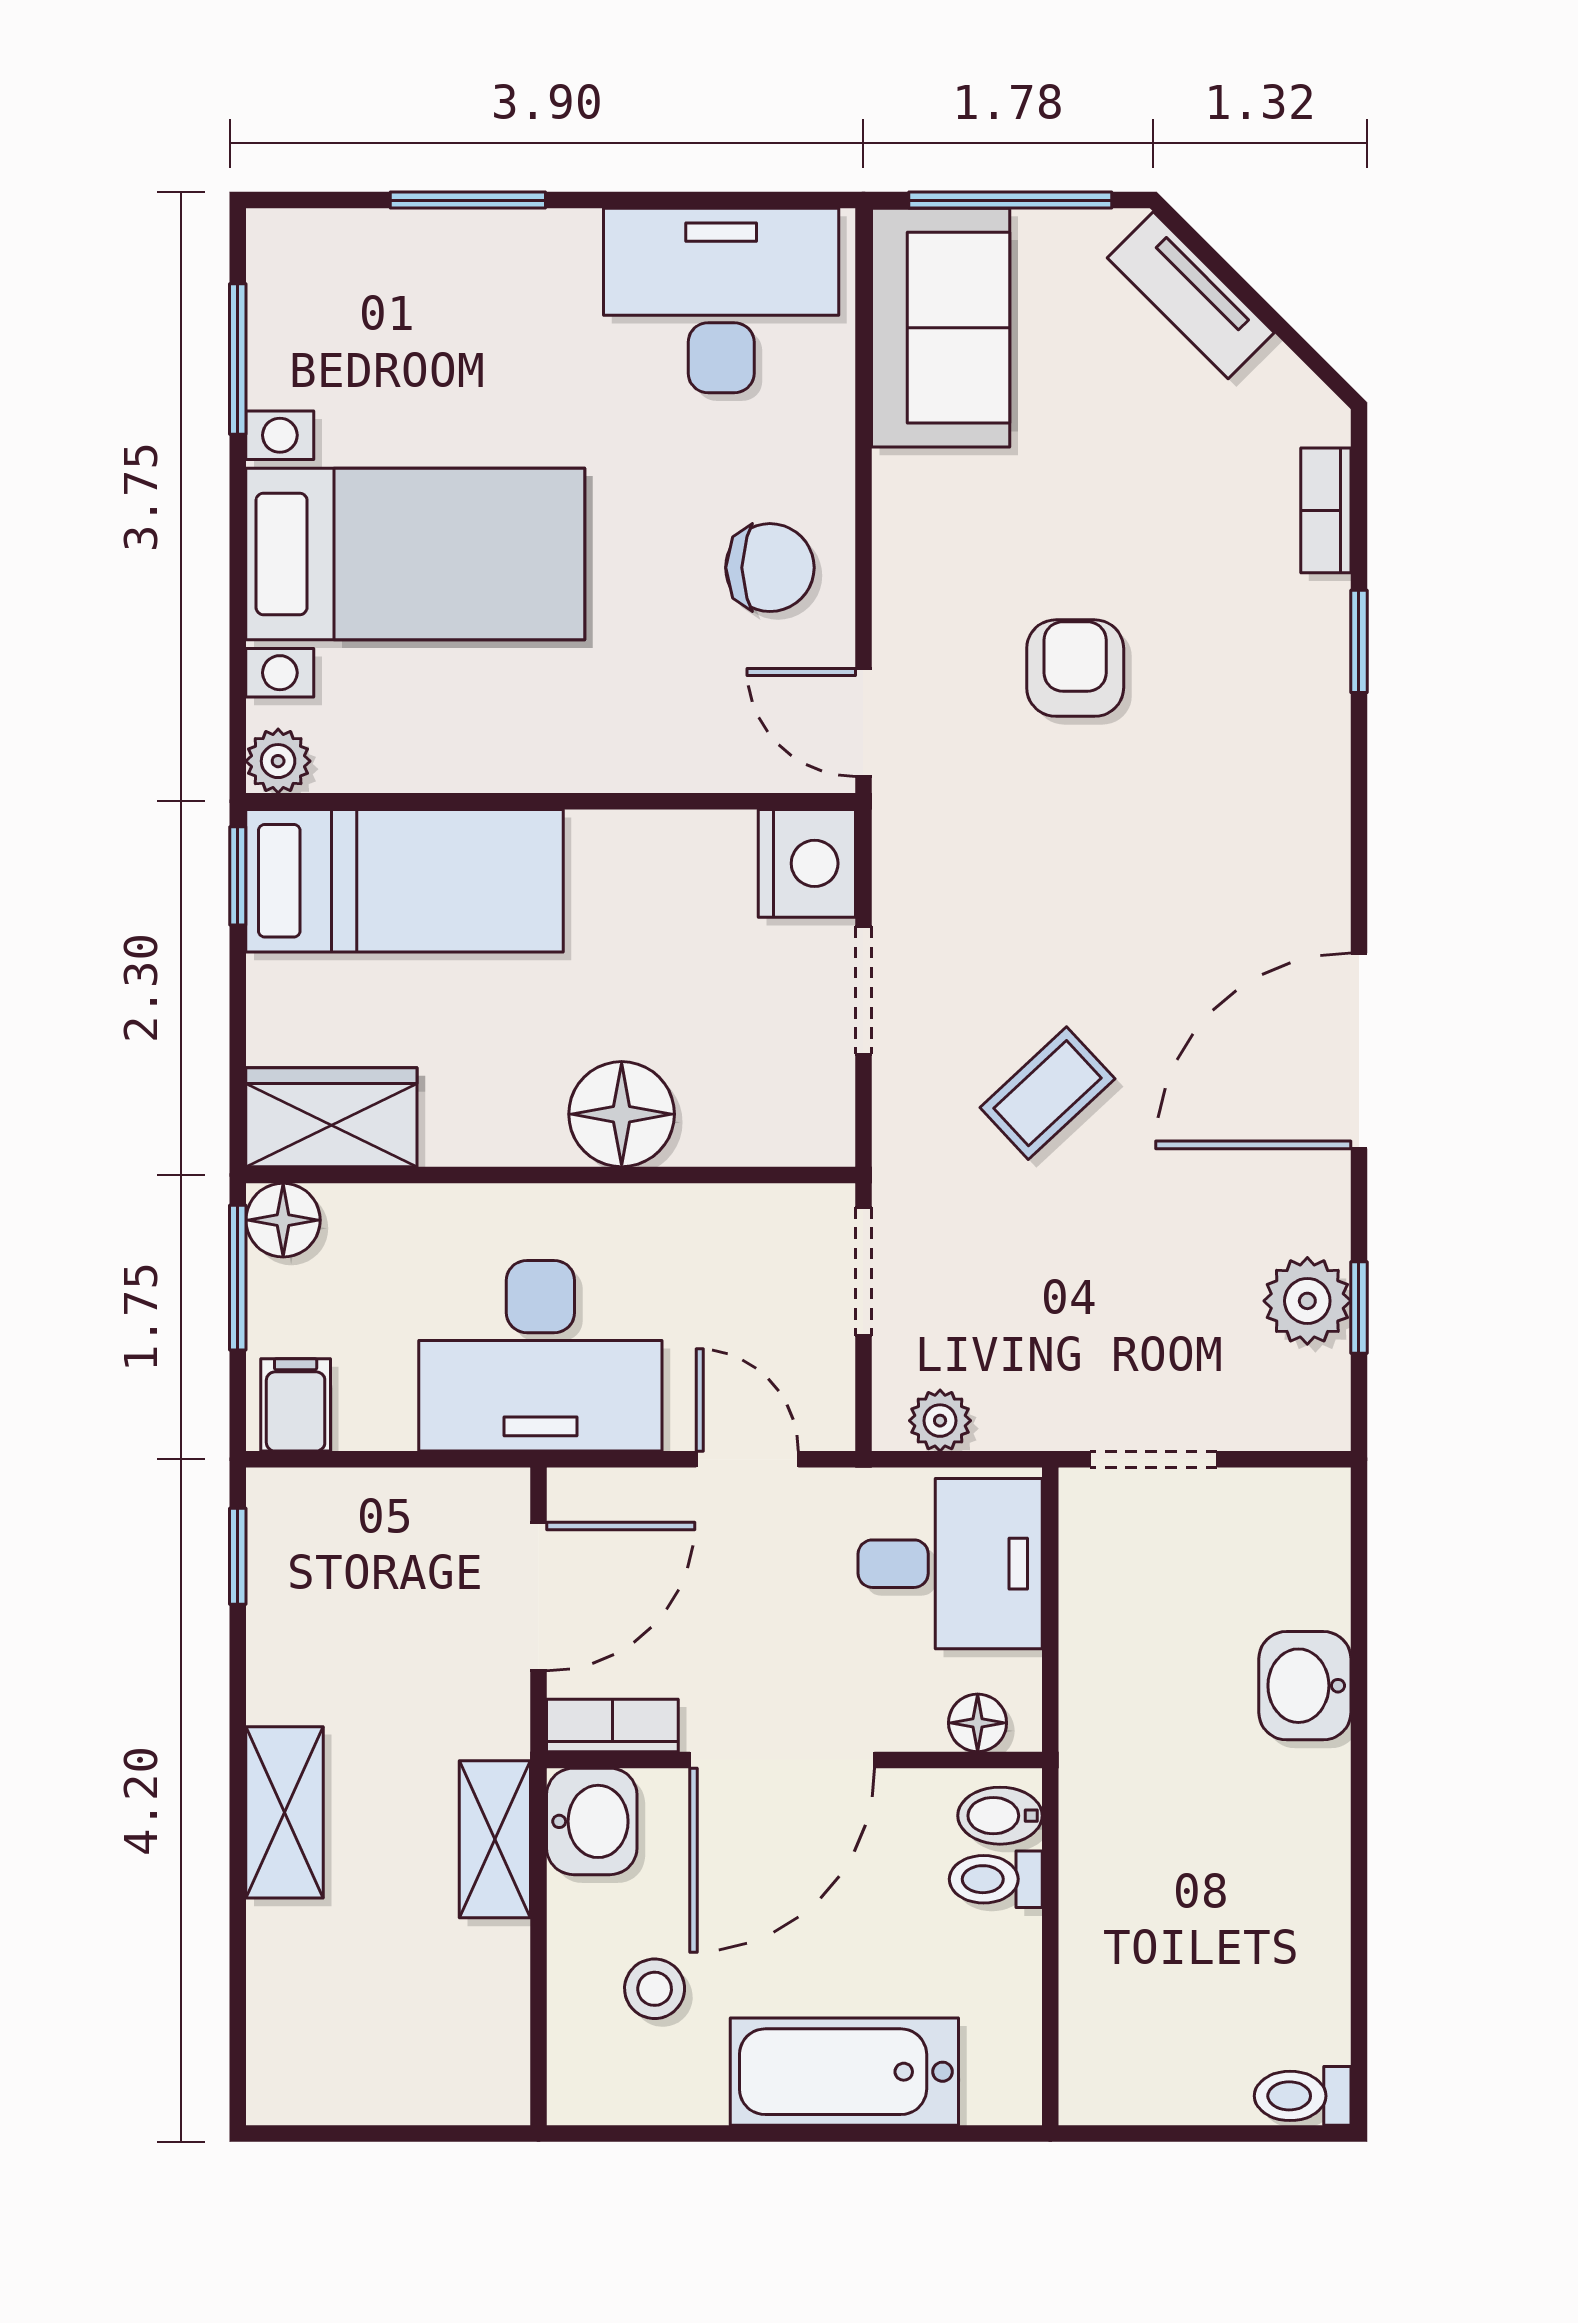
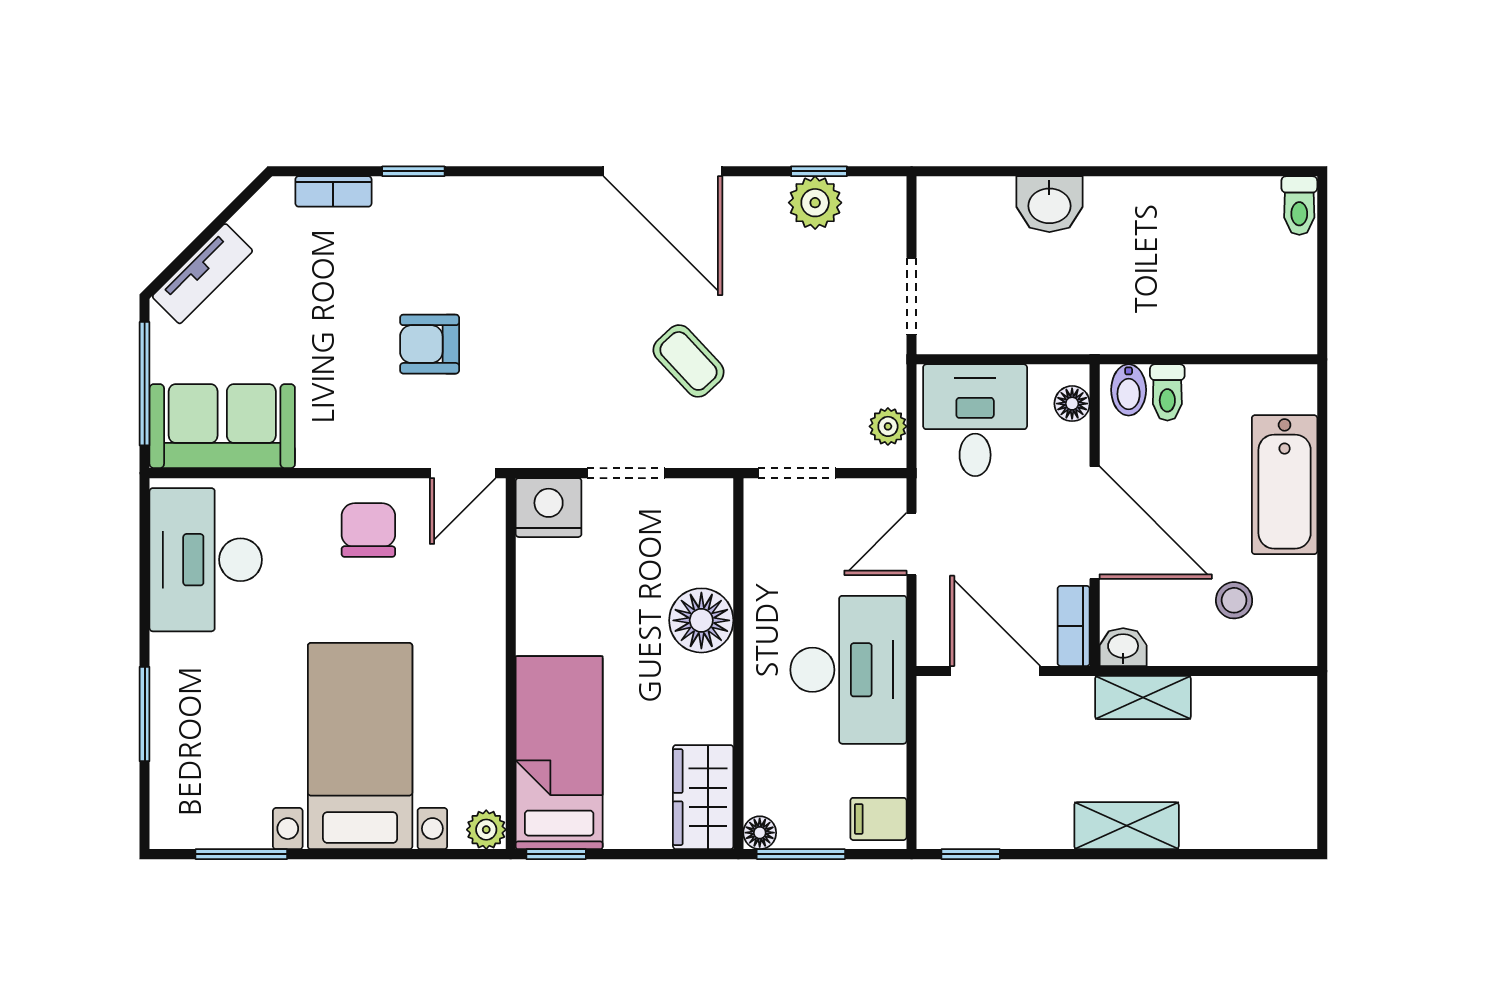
floor lamp: (283, 1220) -> (760, 833), width x0.73, depth x0.73
washbasin: (592, 1821) -> (1123, 647), width x0.72, depth x0.69

